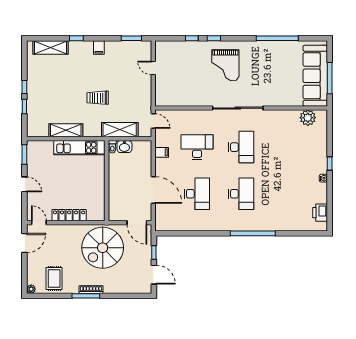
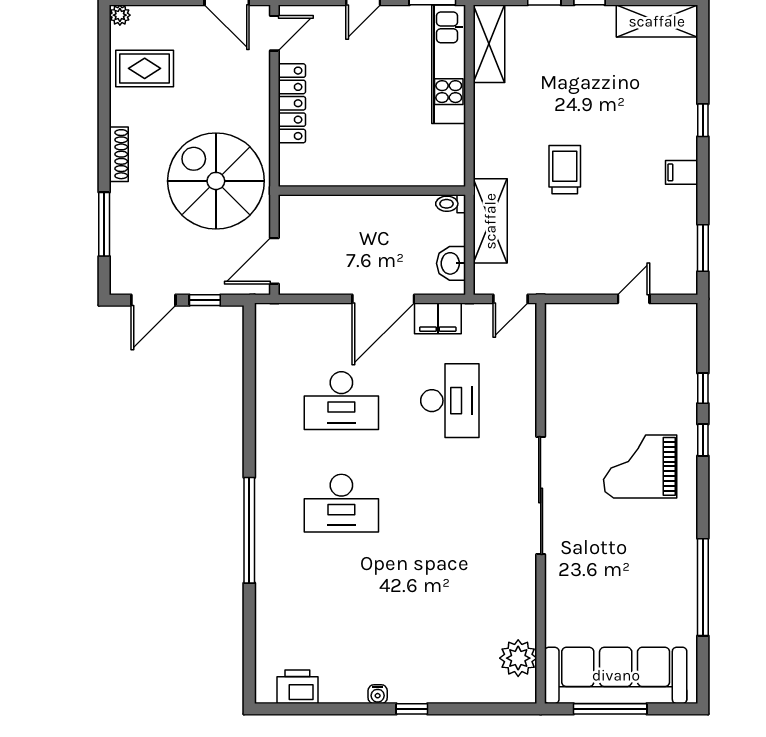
shelving: (50, 48) -> (657, 21), moved, turned 90
shelving: (66, 130) -> (489, 44), moved
washbasin: (124, 147) -> (451, 263), moved
desk: (241, 147) -> (450, 503), removed
kitchen unit: (79, 148) -> (449, 64), moved
filing cabinet: (162, 152) -> (438, 318), width x2.00
door: (153, 190) -> (383, 299), moved
window: (86, 296) -> (104, 224), moved

